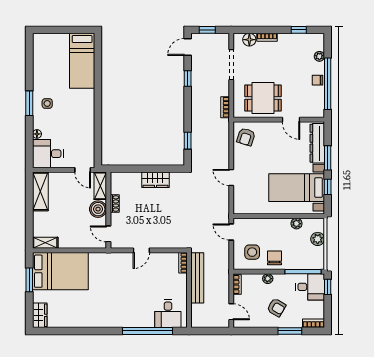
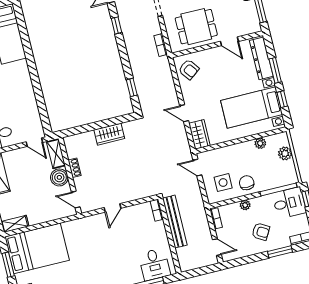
armchair: (246, 137) -> (189, 69), turned -55
wardrobe: (241, 201) -> (199, 134), added

